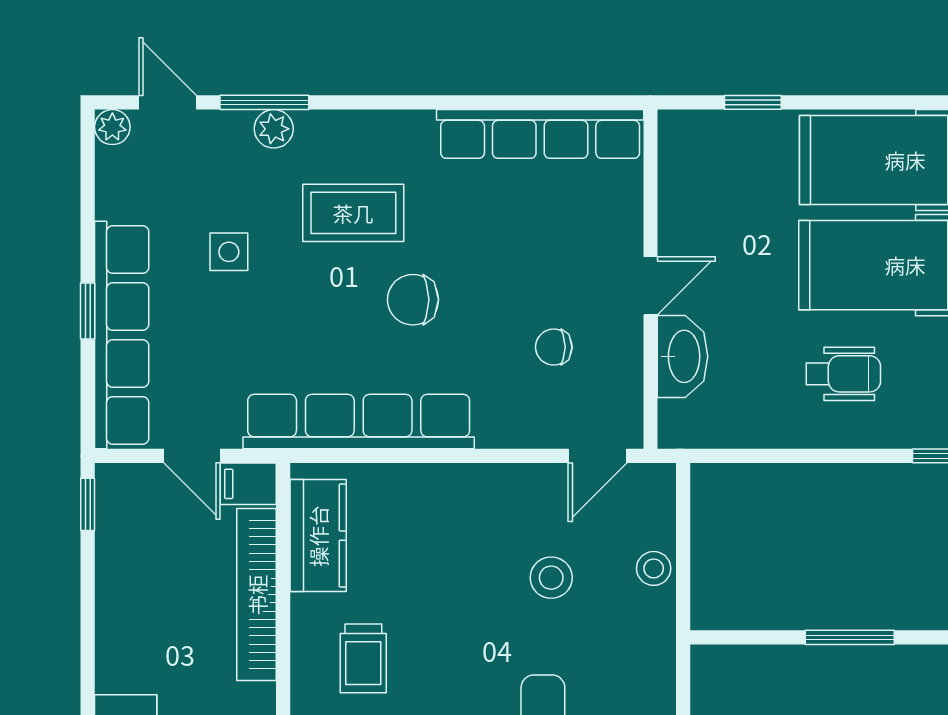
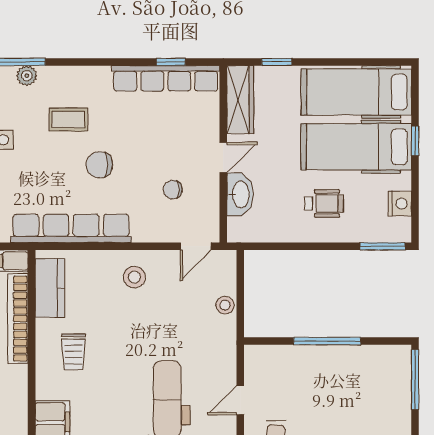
window: (550, 102) -> (171, 62), added
wardrobe: (683, 175) -> (240, 100), added
coffee table: (353, 213) -> (68, 120), width x0.73, depth x0.77
stool: (551, 578) -> (134, 277), moved
window: (850, 637) -> (327, 341), width x1.44

